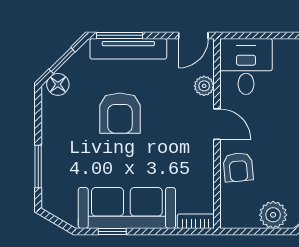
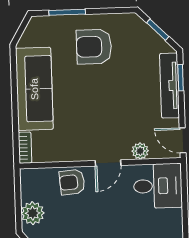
window: (119, 35) -> (181, 78), width x0.67
floor lamp: (58, 84) -> (137, 27), removed
armchair: (120, 113) -> (94, 47), moved
window: (112, 231) -> (14, 77), removed

